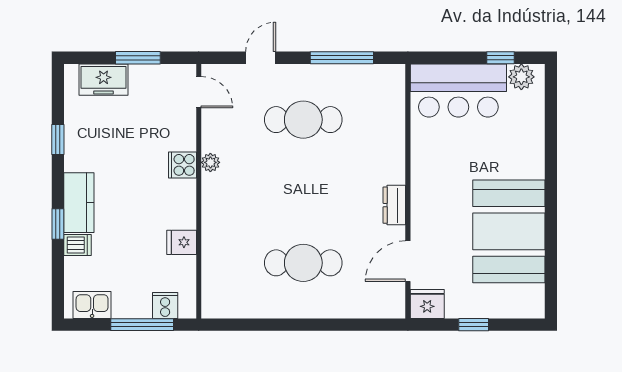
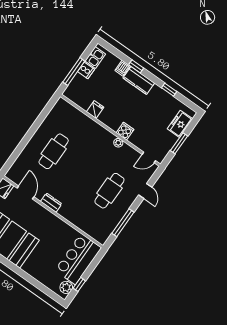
cooker: (165, 305) -> (86, 70), moved

